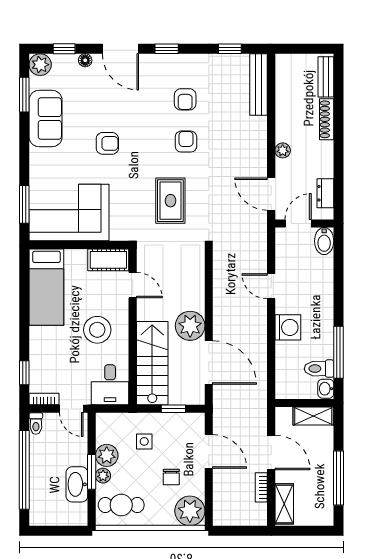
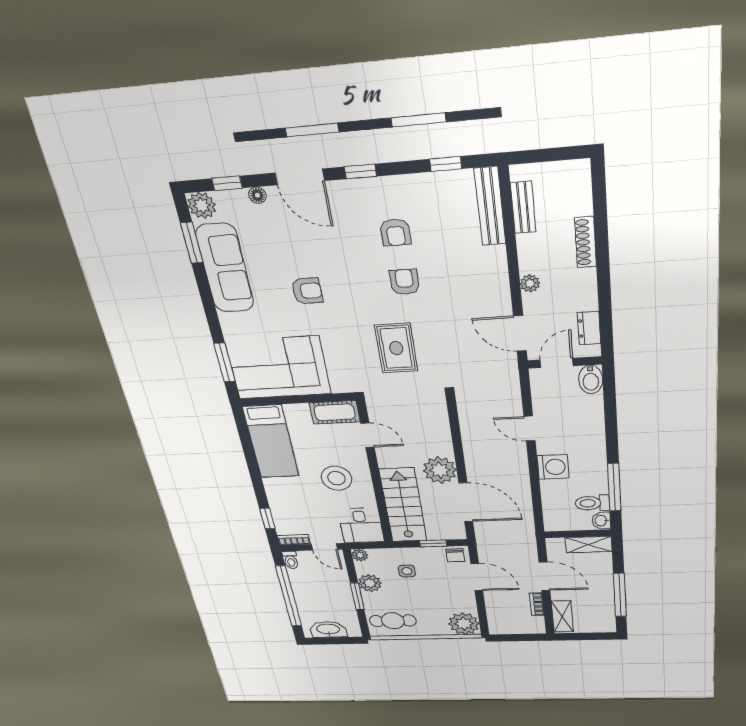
bench: (326, 77) -> (523, 207), moved
sofa: (46, 119) -> (225, 268), width x1.36
plant: (103, 476) -> (360, 555), moved
chair: (171, 477) -> (455, 555), moved
washbasin: (77, 484) -> (328, 629), moved, turned 90

